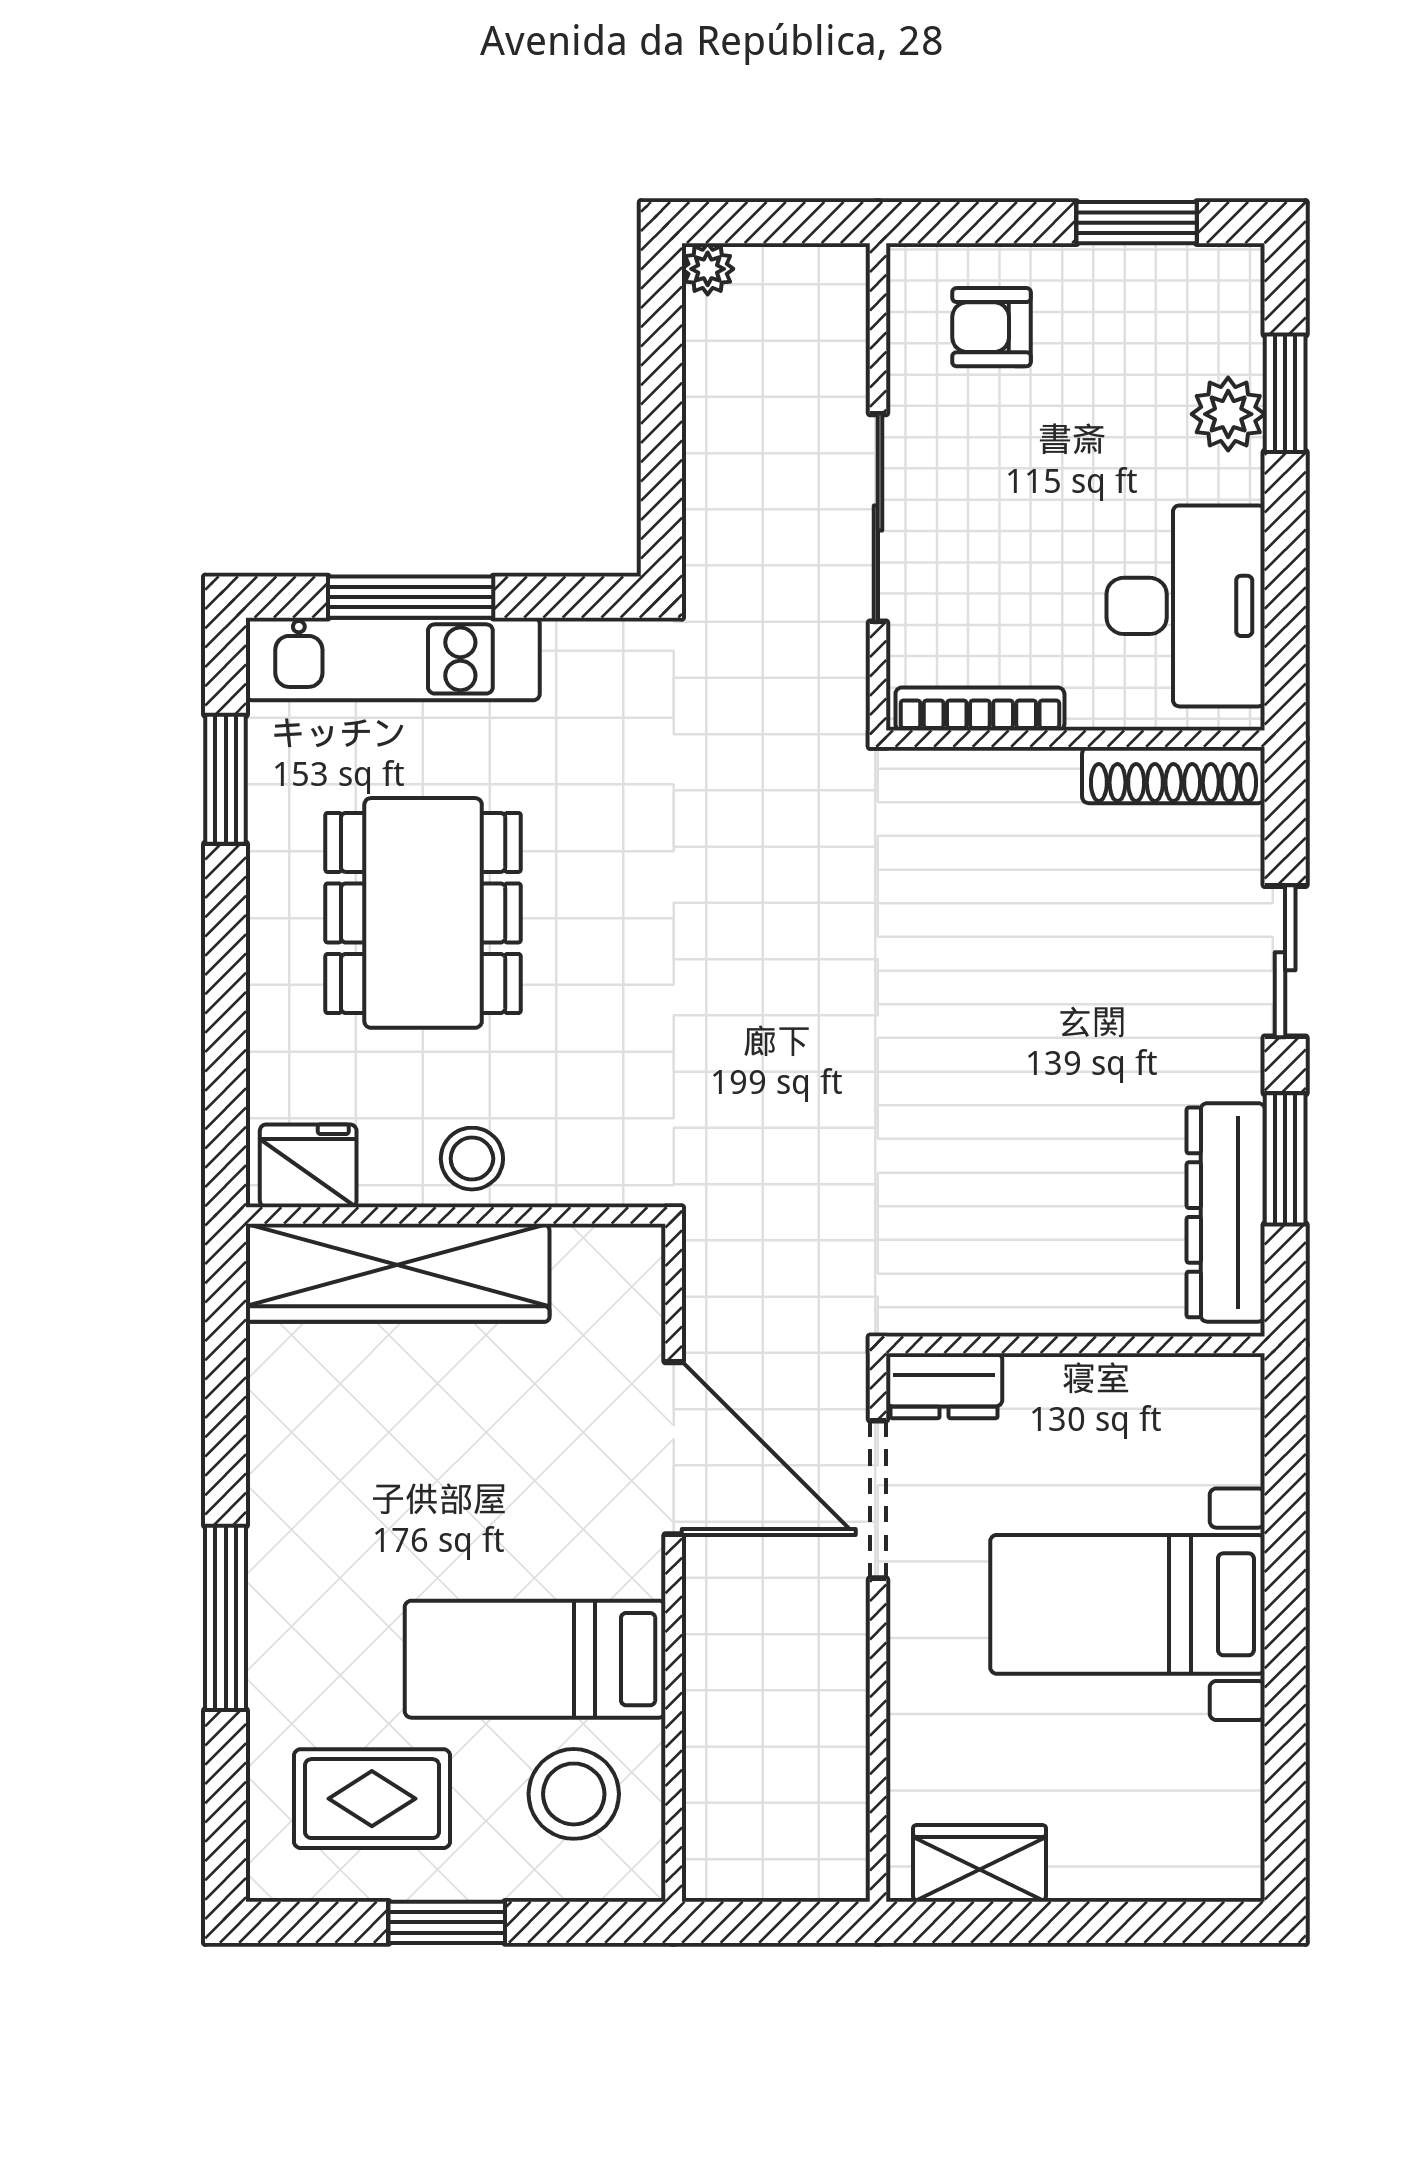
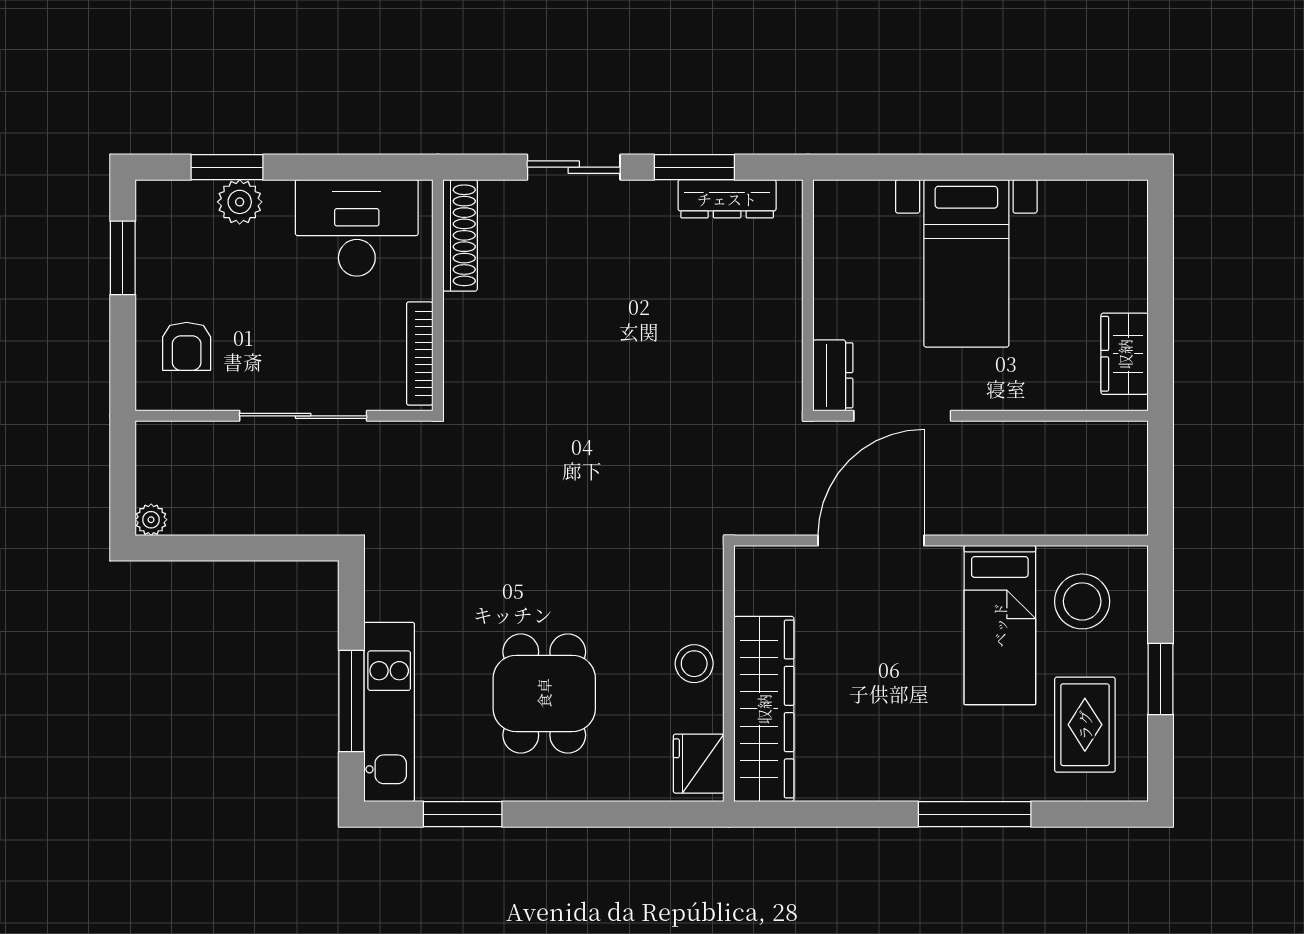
dining table: (423, 913) -> (544, 693), width x0.73
dresser: (1226, 1212) -> (727, 199), width x0.73, depth x0.80

